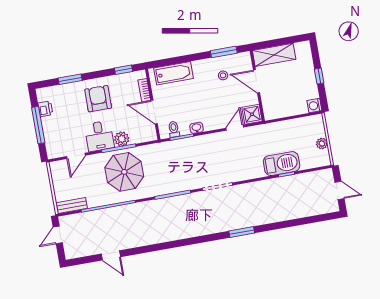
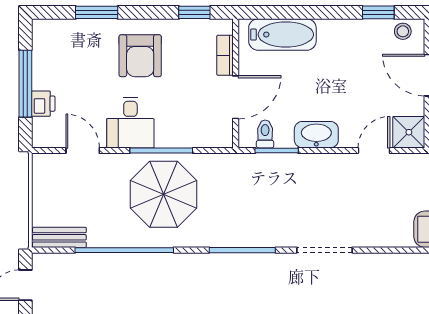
window: (224, 52) -> (378, 12), width x0.67
stool: (223, 75) -> (403, 31), moved
armchair: (98, 99) -> (140, 56), turned 180
printer: (45, 109) -> (43, 104), moved
door: (154, 112) -> (236, 97), swing flipped
washbasin: (197, 128) -> (316, 135), width x1.91, depth x1.45
plant: (122, 139) -> (169, 135), removed
door: (76, 156) -> (83, 151), swing flipped

